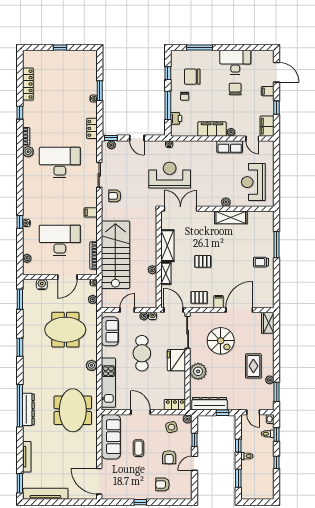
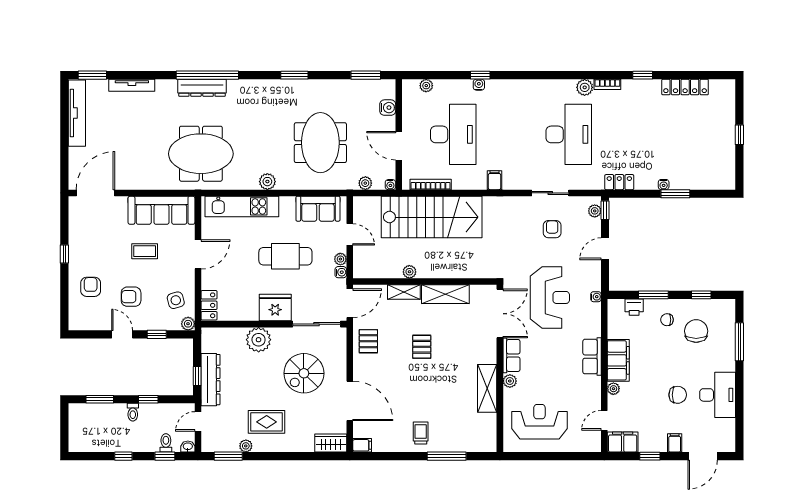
window: (168, 105) -> (653, 295), width x0.69
row of seats: (230, 147) -> (592, 357), moved
armchair: (115, 196) -> (552, 229), moved
row of seats: (209, 201) -> (511, 355), added
filing cabinet: (219, 302) -> (362, 445), moved
dresser: (210, 404) -> (210, 380), moved

